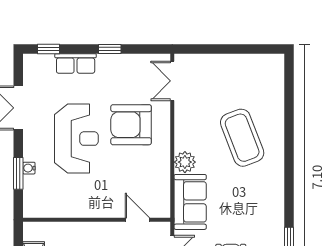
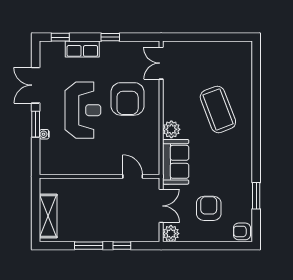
armchair: (131, 125) -> (128, 99), turned -90
window: (18, 173) -> (36, 124), moved

